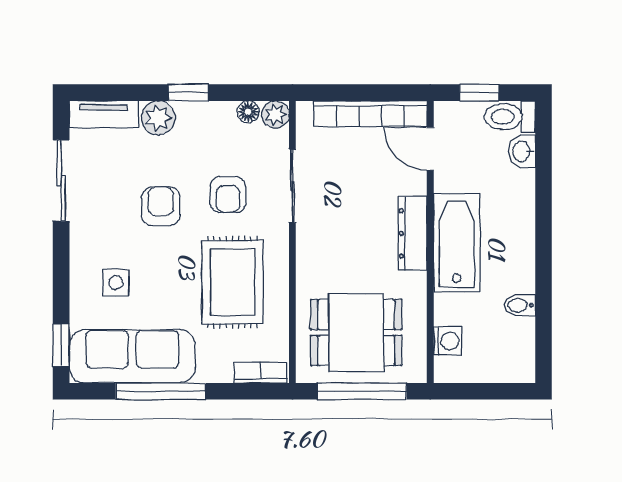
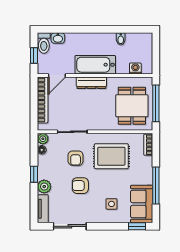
armchair: (228, 195) -> (76, 158), turned 90
sofa: (132, 356) -> (142, 204), width x0.73

